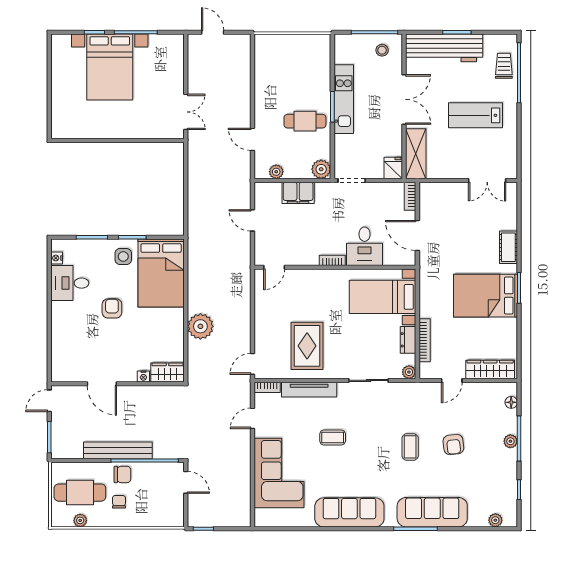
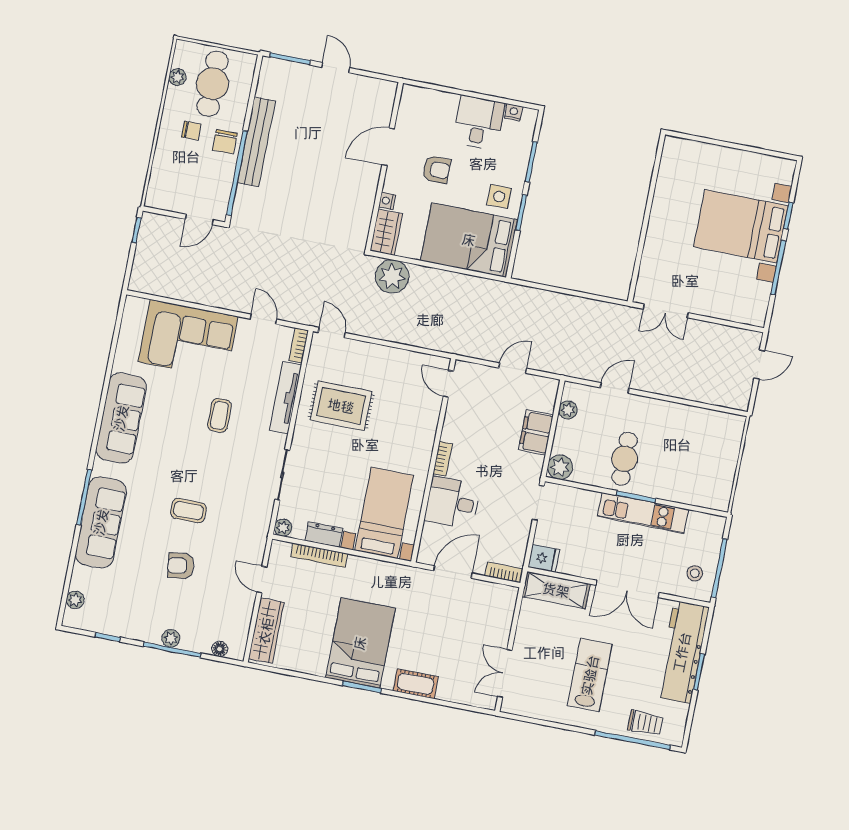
wardrobe: (167, 372) -> (386, 232), moved
nightstand: (143, 376) -> (387, 201), moved
door: (102, 384) -> (388, 147), moved
wall: (117, 384) -> (384, 166), moved

